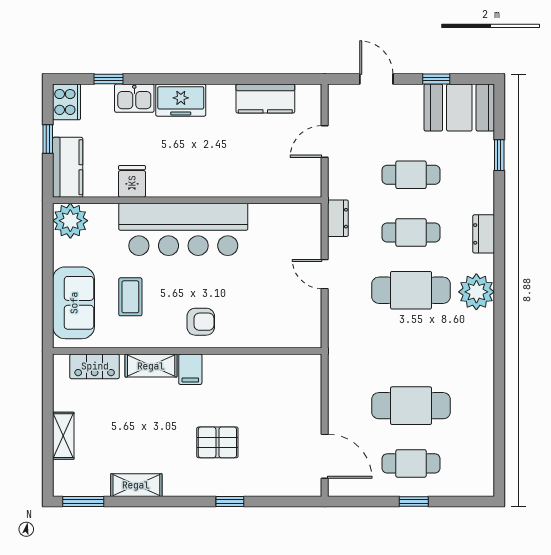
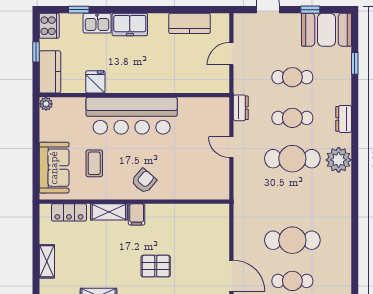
plant: (70, 221) -> (46, 104), width x0.53, depth x0.53
armchair: (201, 322) -> (144, 181), turned -49

